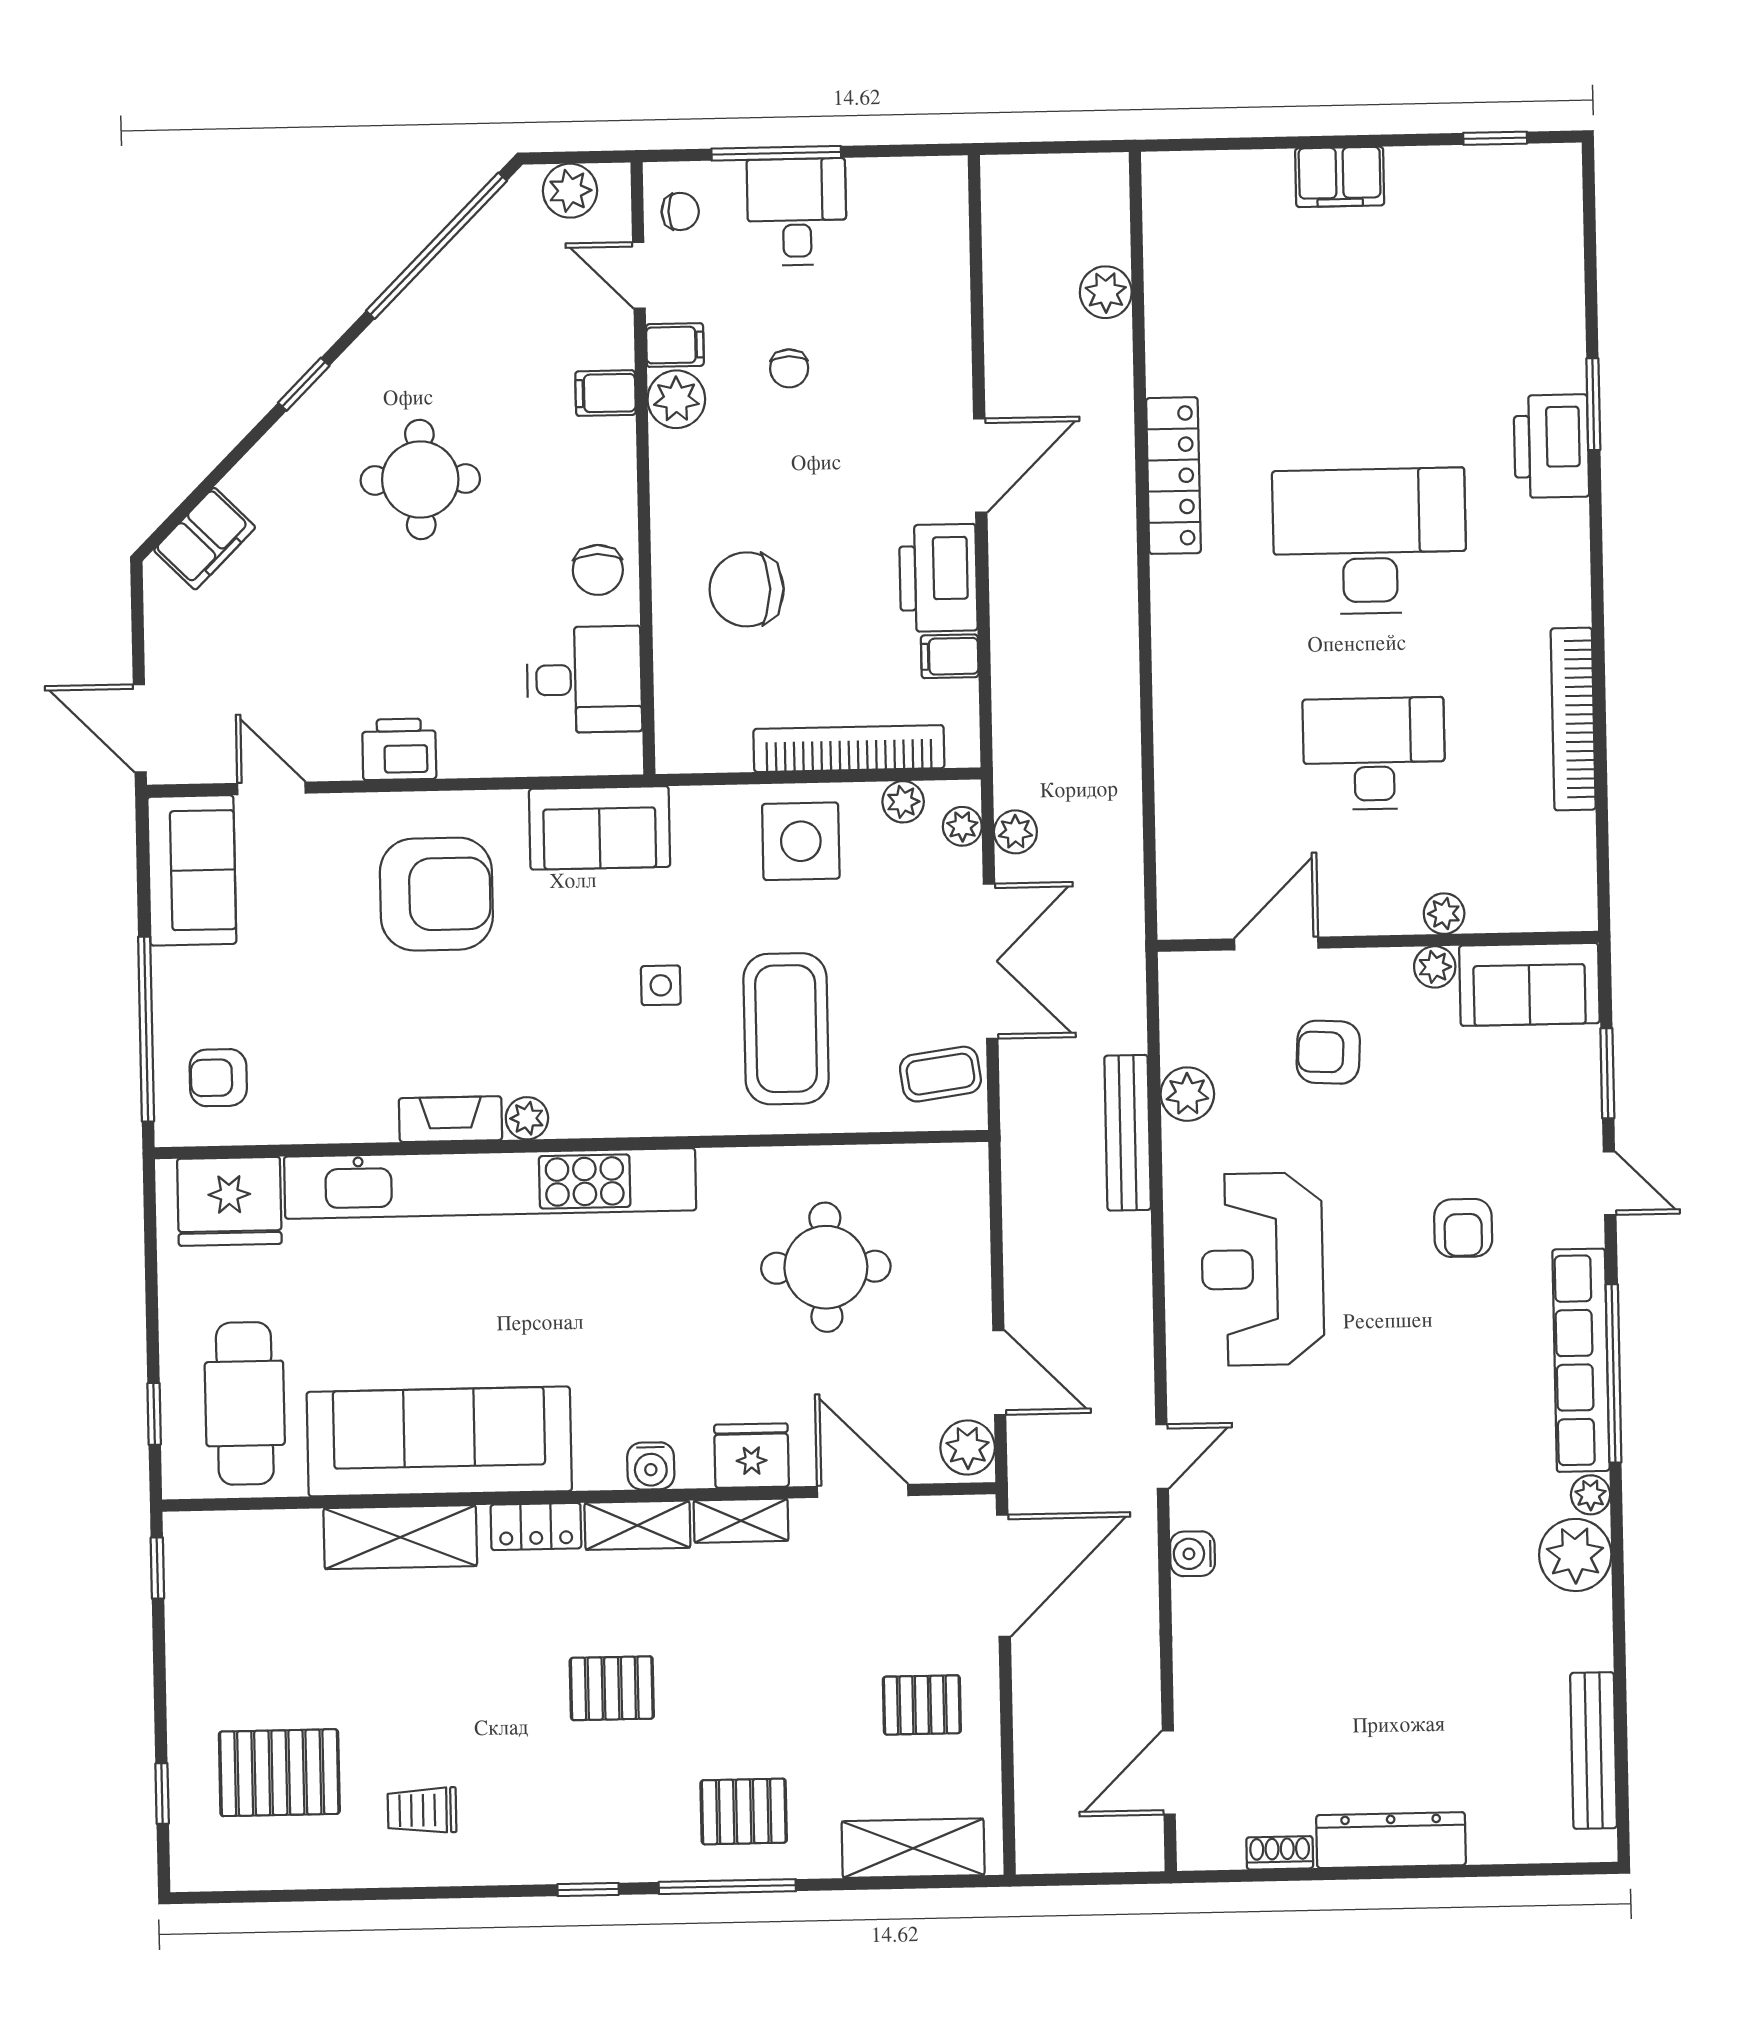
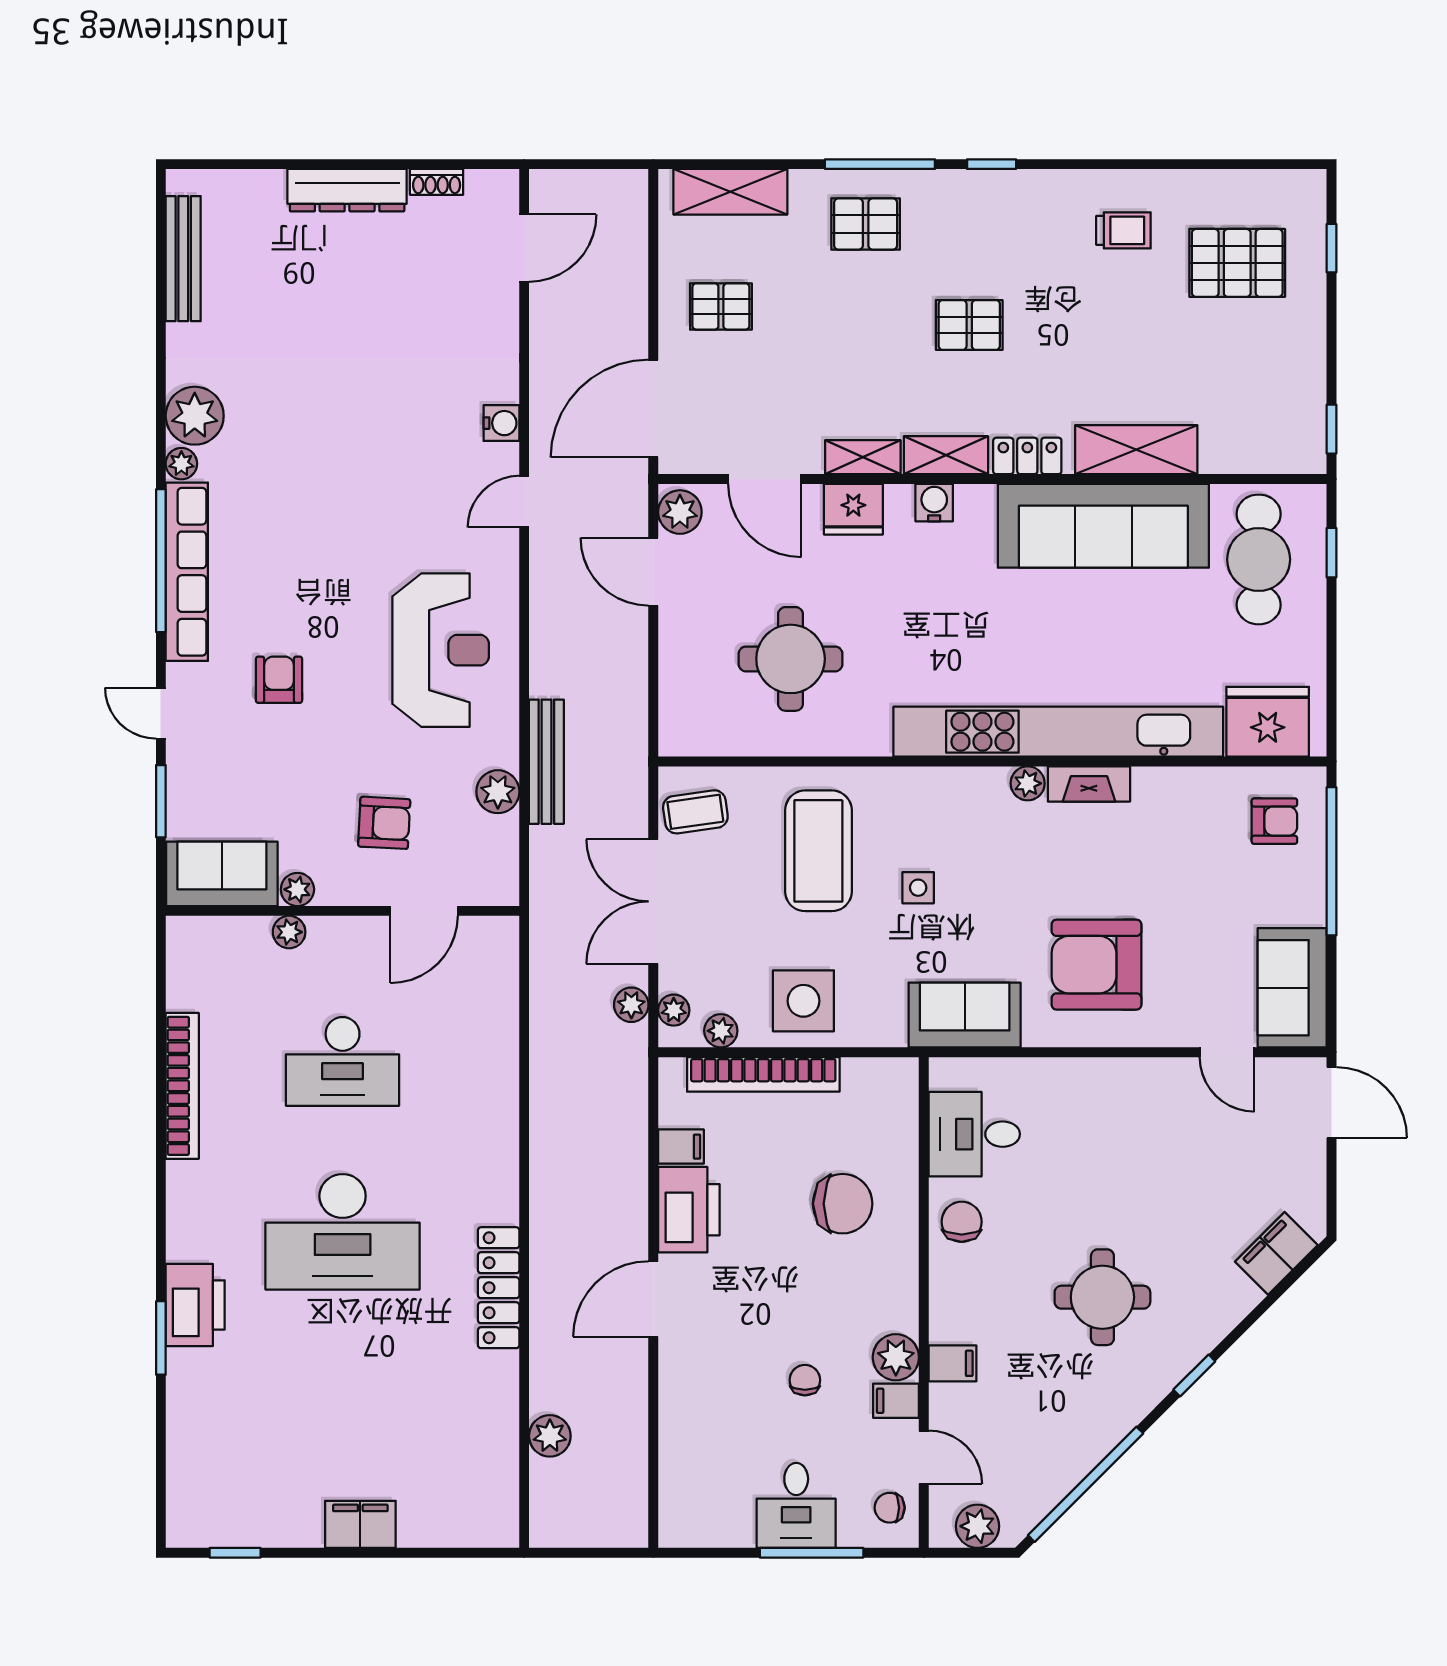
printer: (399, 749) -> (1124, 1081), removed

